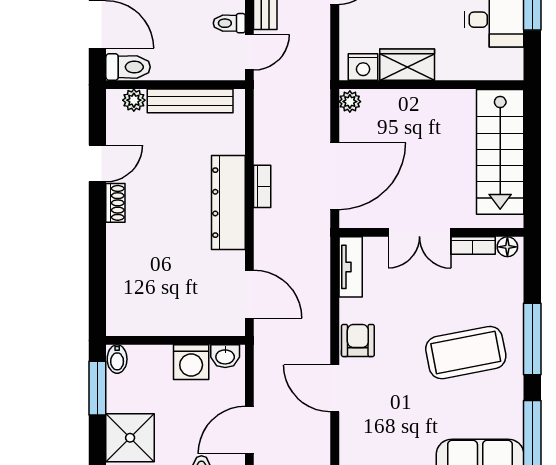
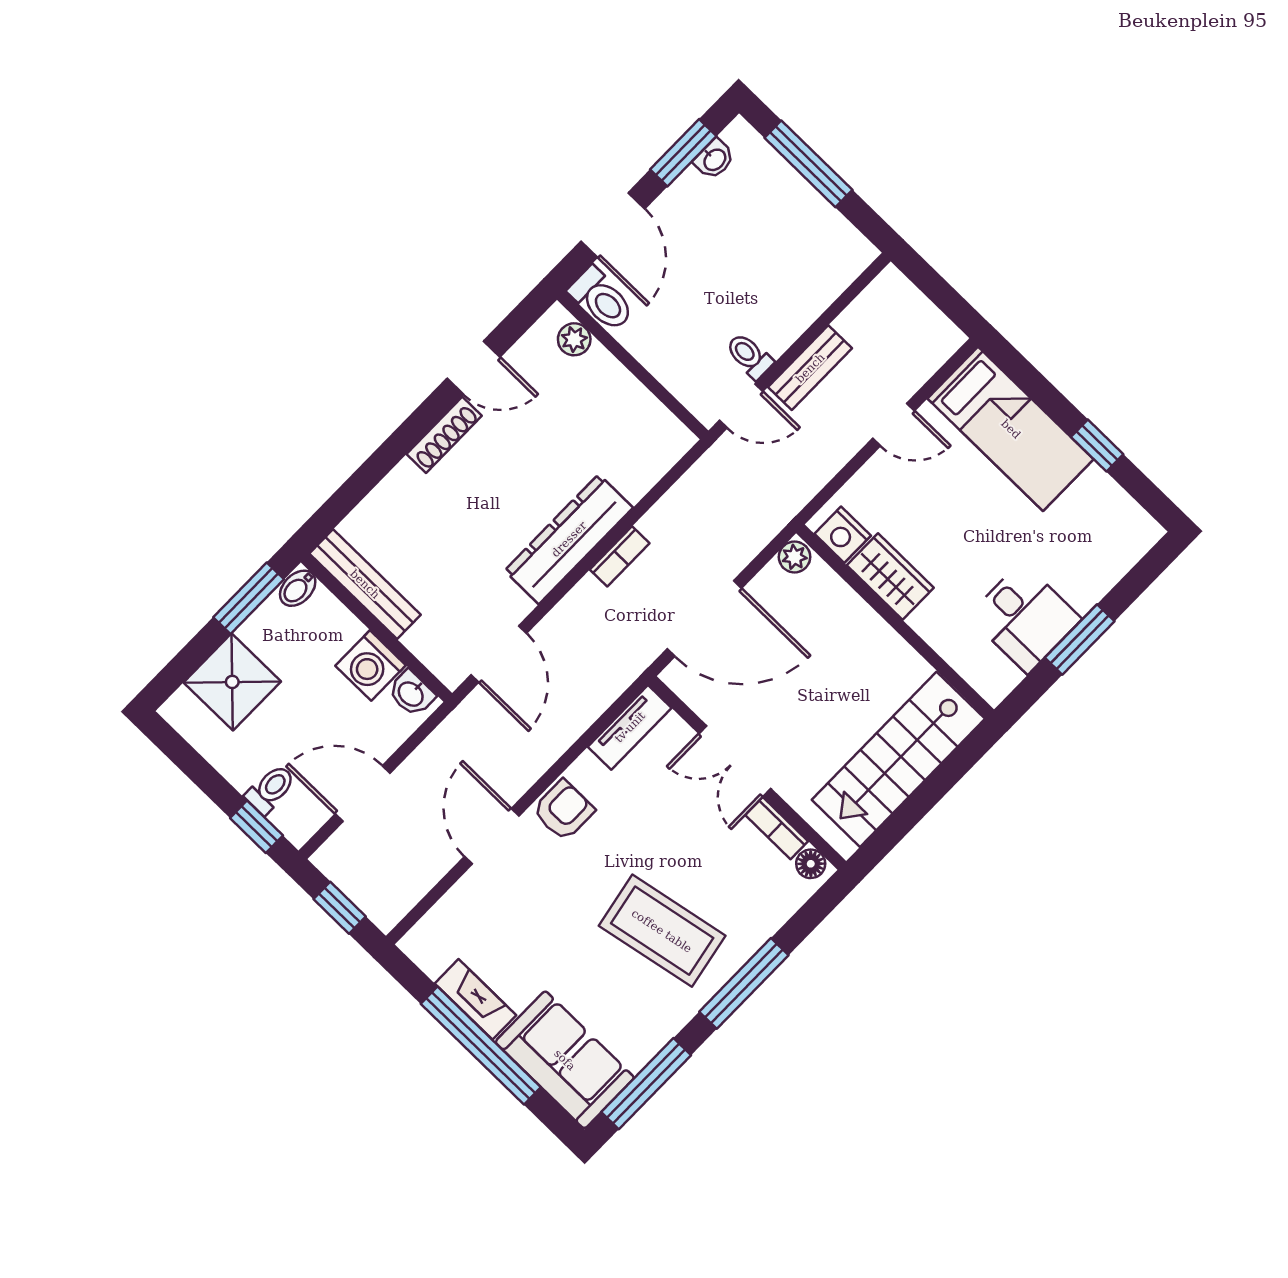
bench: (190, 101) -> (365, 584), moved
shoe rack: (115, 203) -> (444, 435), width x1.43

